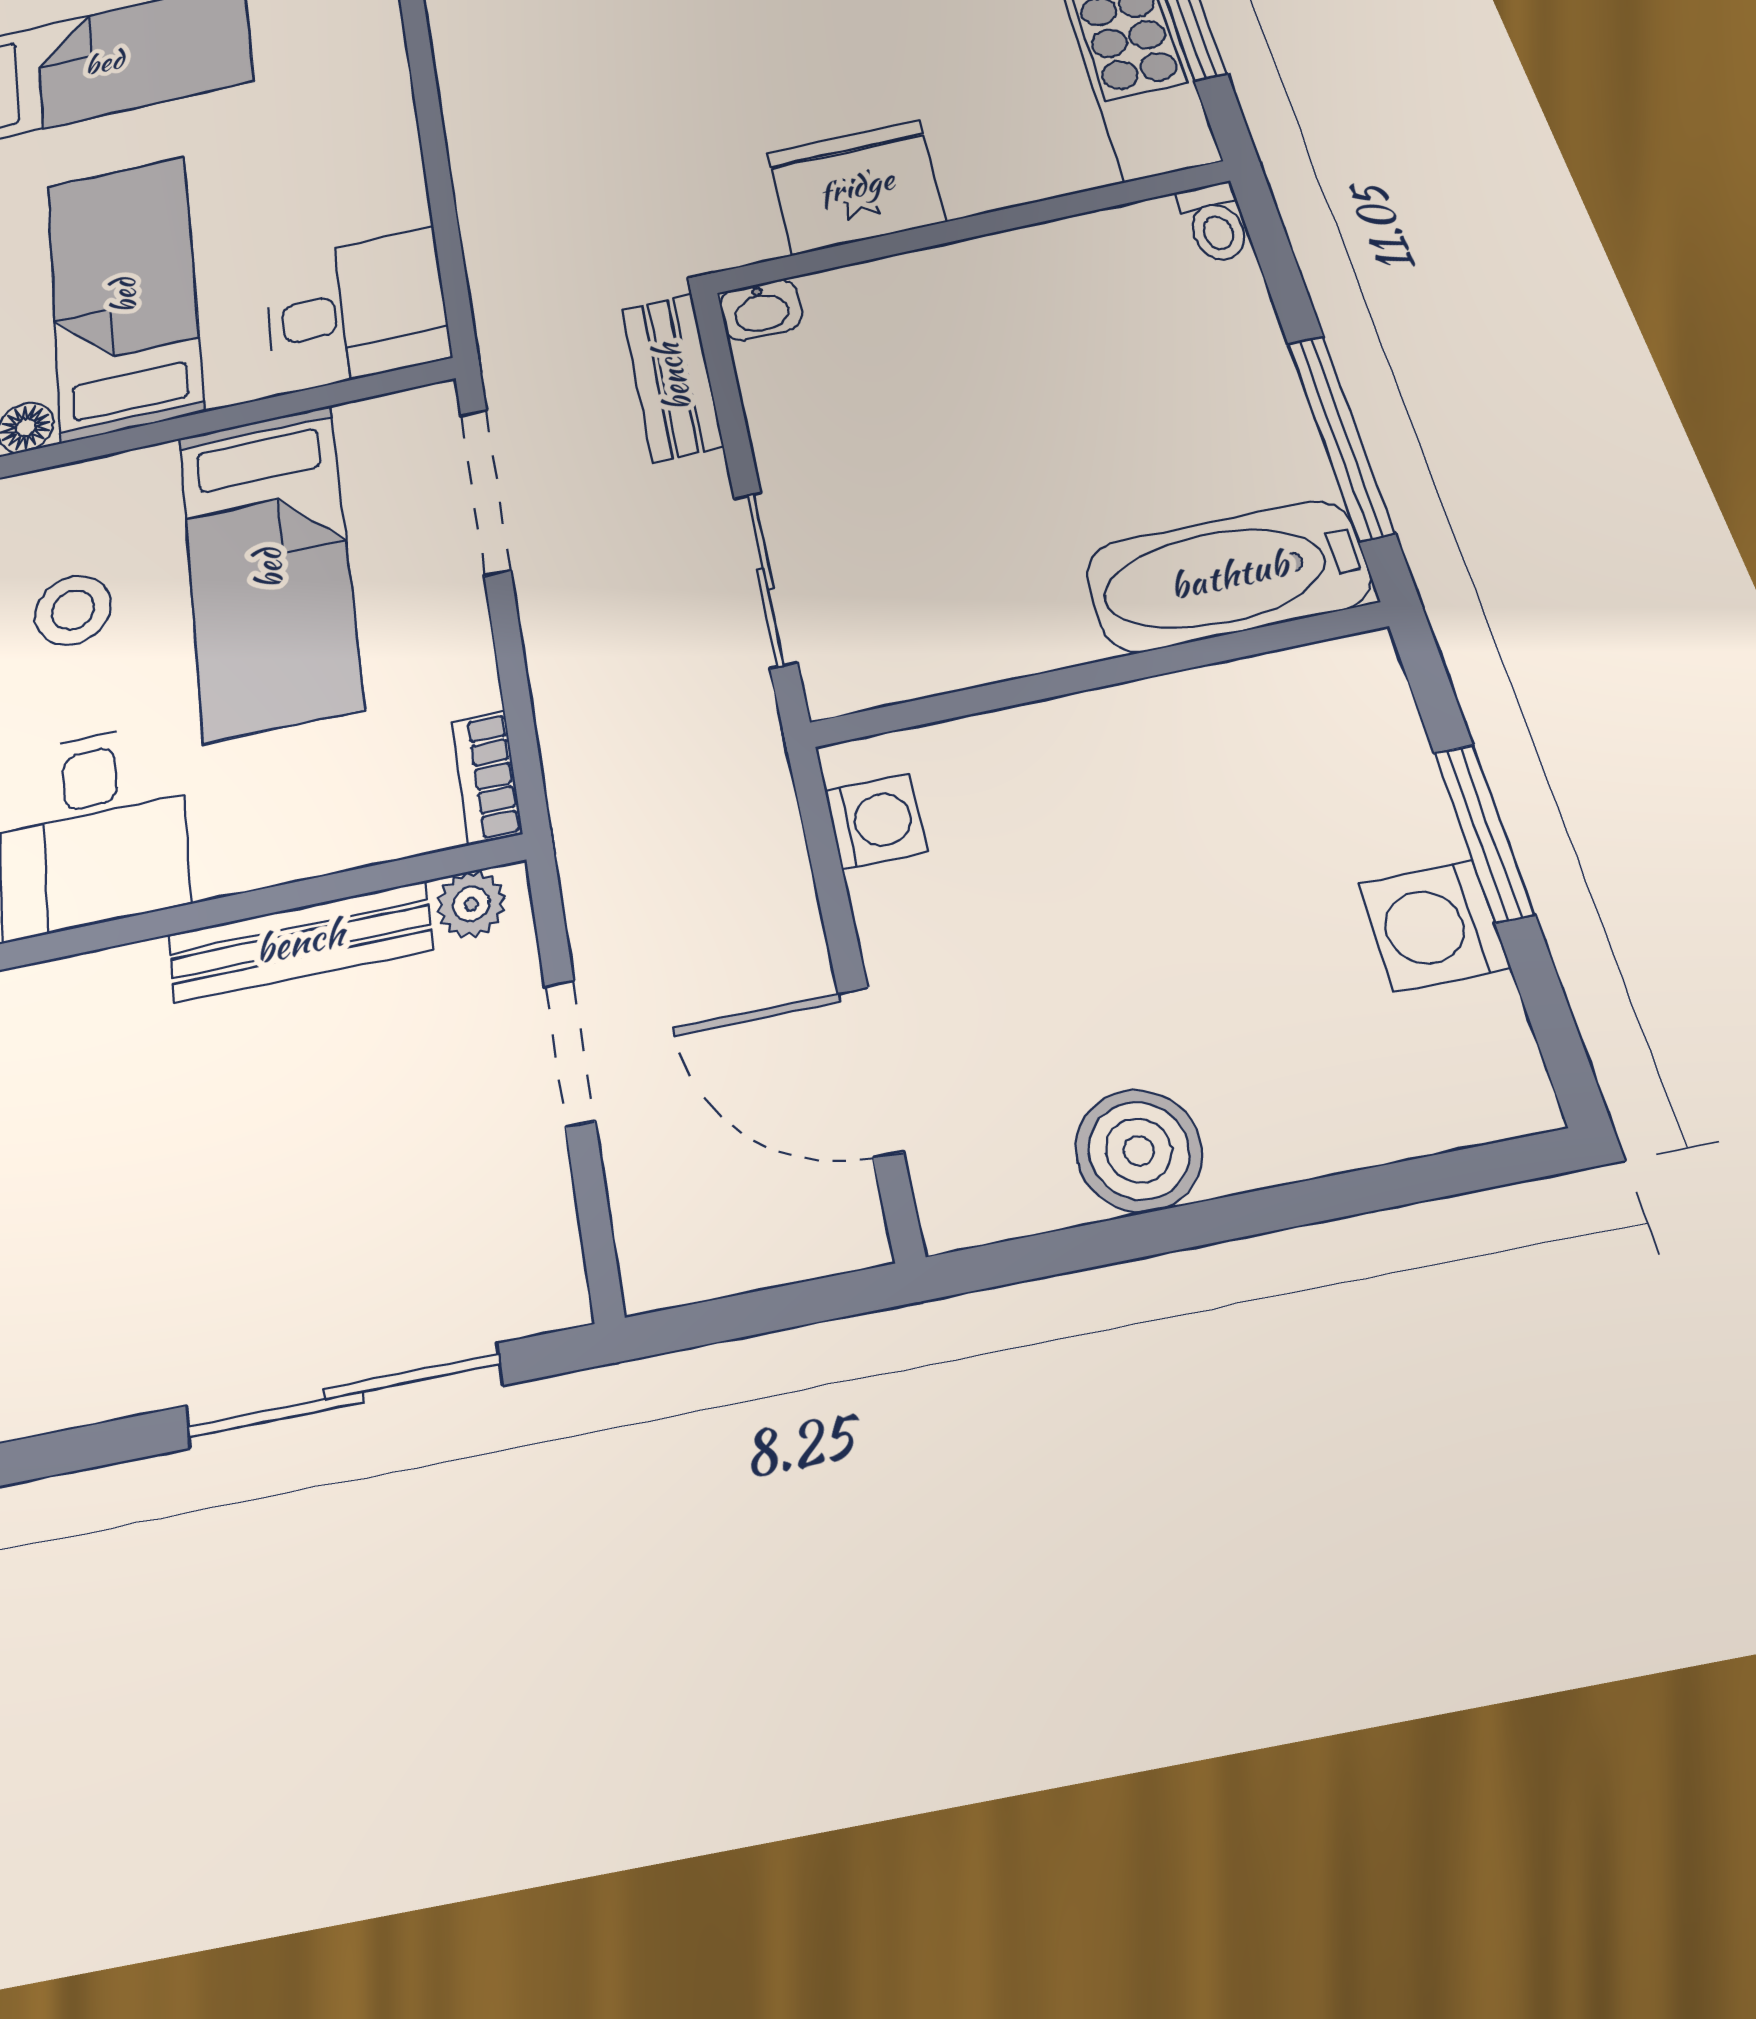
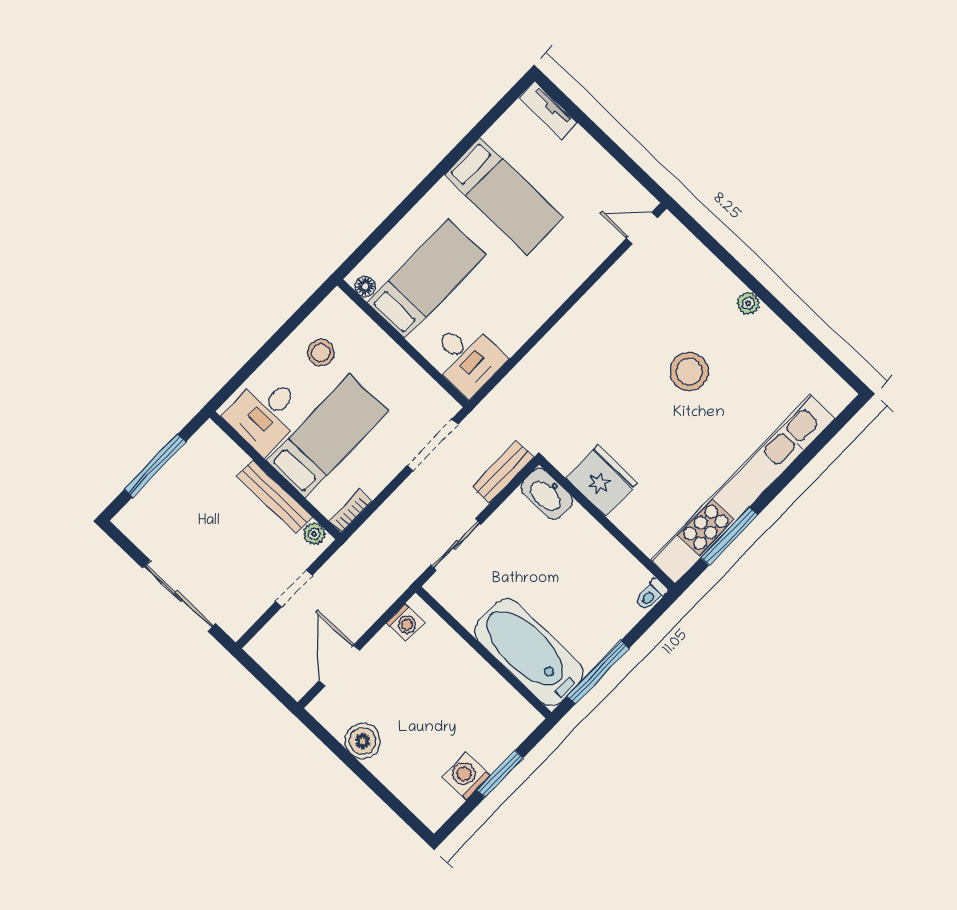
washbasin: (761, 310) -> (547, 494), width x1.91, depth x1.45
bed: (269, 569) -> (328, 436), moved, turned 180
bathtub: (1228, 576) -> (529, 652), width x1.36, depth x1.36

